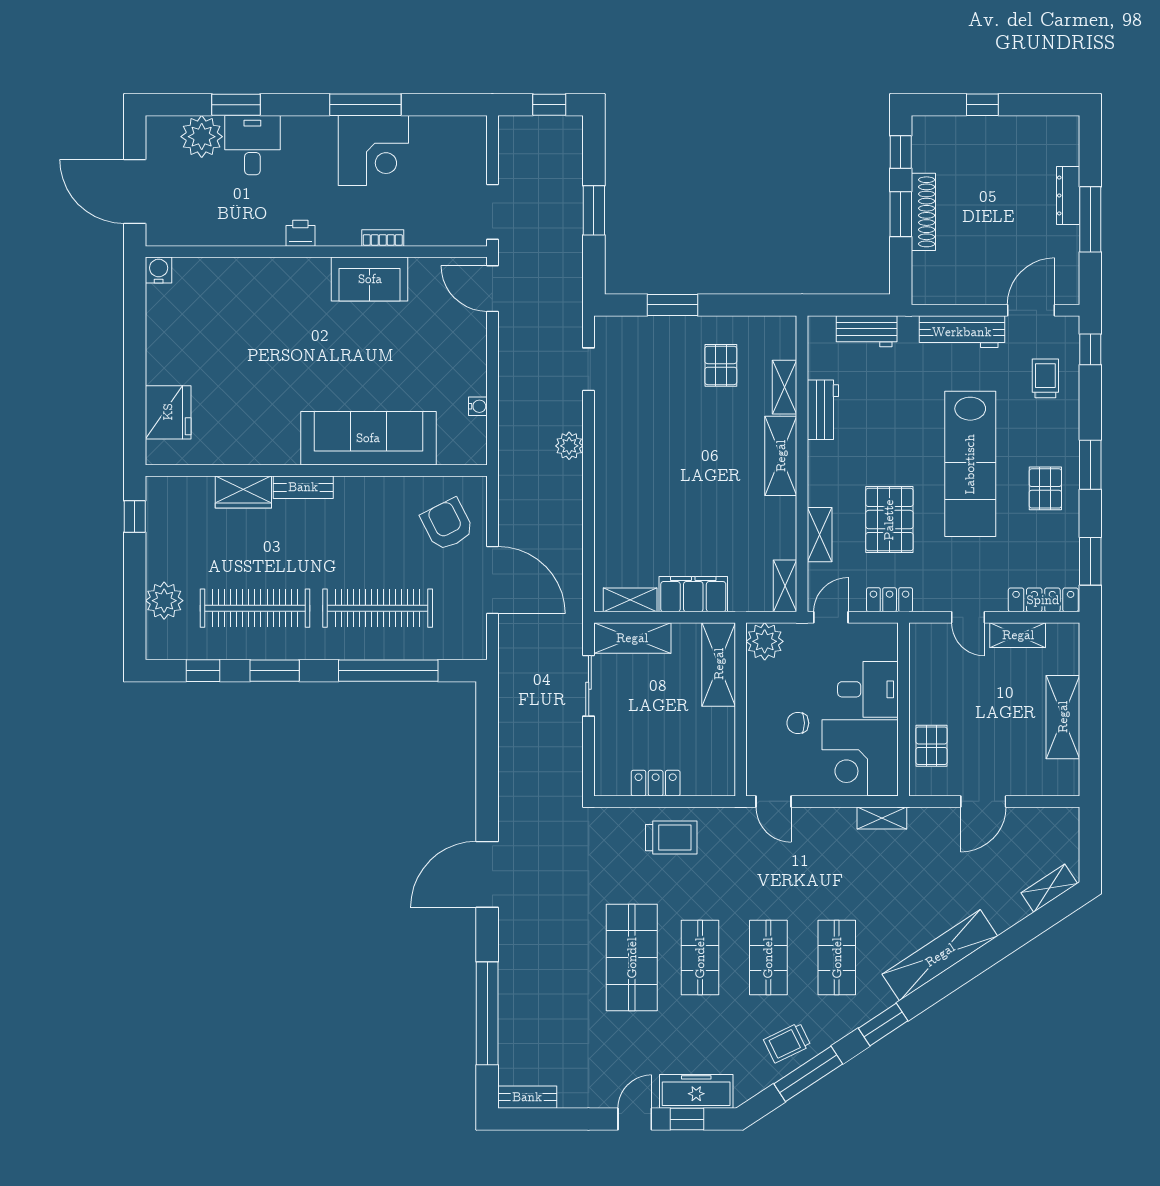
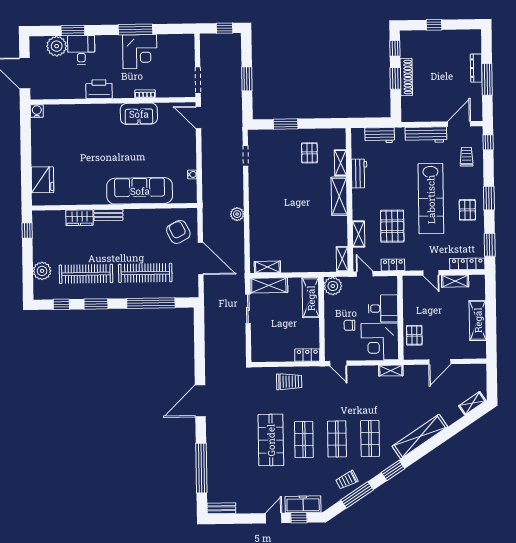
printer: (300, 233) -> (99, 89), width x1.87, depth x1.48
plant: (569, 446) -> (237, 214), moved
filing cabinet: (693, 594) -> (298, 264), removed
door: (831, 617) -> (365, 274), hinge flipped
locker: (656, 783) -> (307, 355), moved

